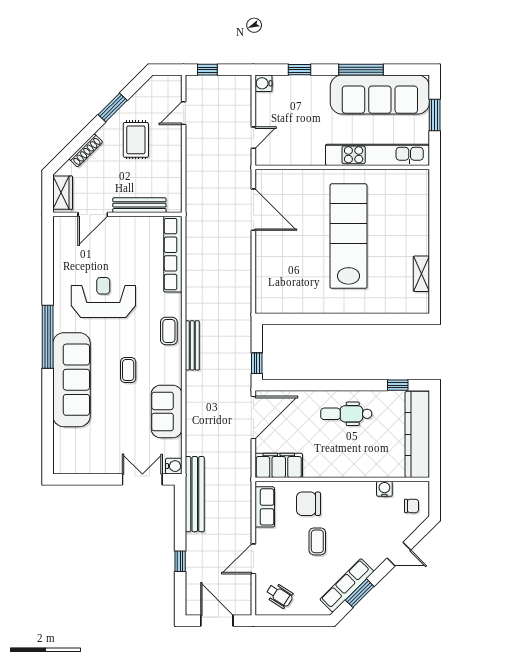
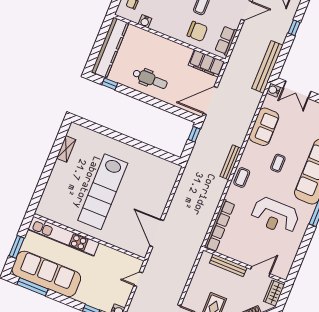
window: (361, 70) -> (32, 287), moved

